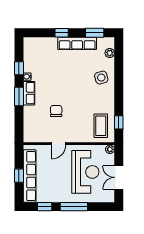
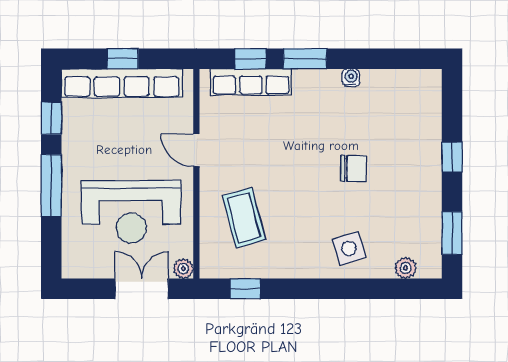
row of seats: (77, 43) -> (428, 193), removed
window: (19, 68) -> (251, 59), moved
row of seats: (29, 93) -> (251, 82), moved, width x1.48
chair: (56, 111) -> (353, 168), moved
coffee table: (101, 126) -> (244, 218), moved, turned 75
double door: (119, 177) -> (142, 289), moved

